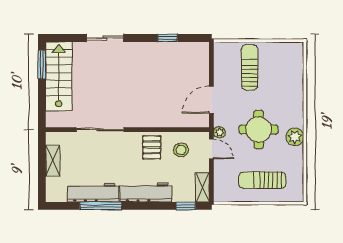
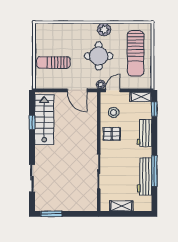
sliding door: (105, 38) -> (32, 178), moved
stairs: (59, 76) -> (44, 120), moved, turned 90
sun lounger: (262, 180) -> (136, 53), width x1.36, depth x1.34
workbench: (146, 192) -> (145, 133), width x0.73

